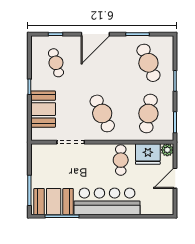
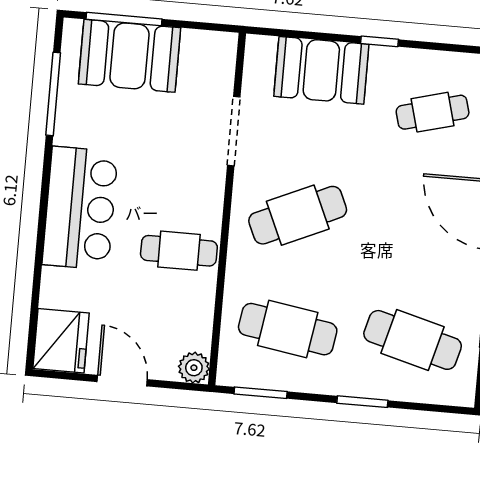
cafe table: (148, 63) -> (413, 340), turned 36
fridge: (148, 154) -> (61, 341), moved, turned 180
bar counter: (107, 201) -> (80, 208), width x0.73
booth: (54, 202) -> (129, 56), moved, turned 90

